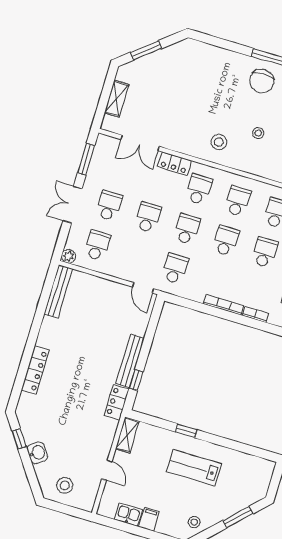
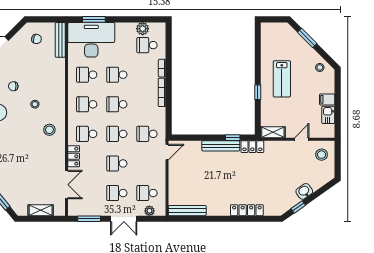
plant: (68, 256) -> (150, 211), moved
stool: (65, 485) -> (322, 155), moved

